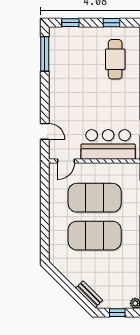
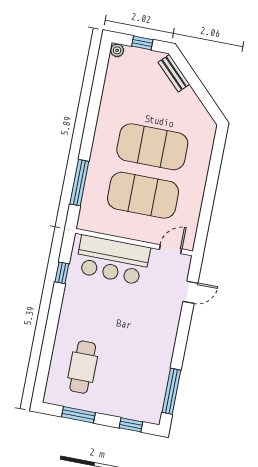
window: (111, 23) -> (78, 415), width x1.50
door: (45, 131) -> (190, 292), swing flipped

